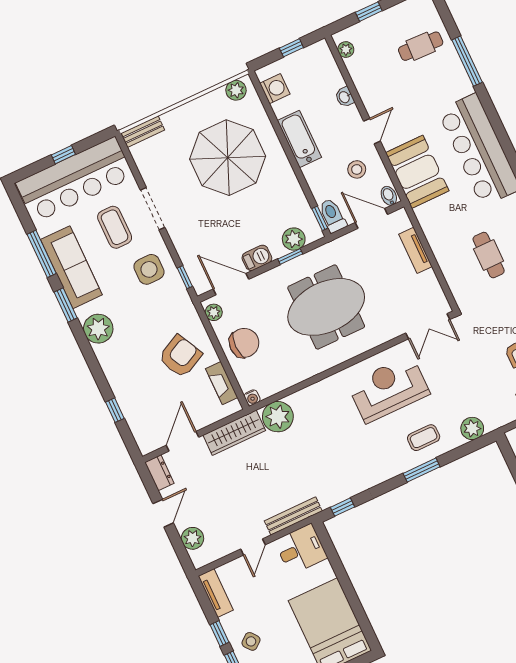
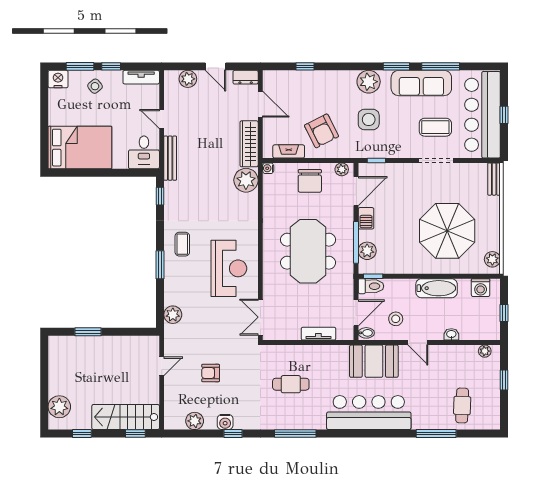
window: (290, 256) -> (356, 242), width x2.17
side table: (149, 269) -> (369, 119), moved
coffee table: (424, 438) -> (182, 244), moved

